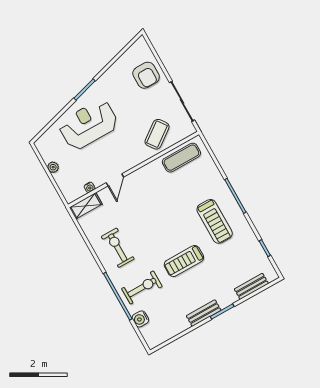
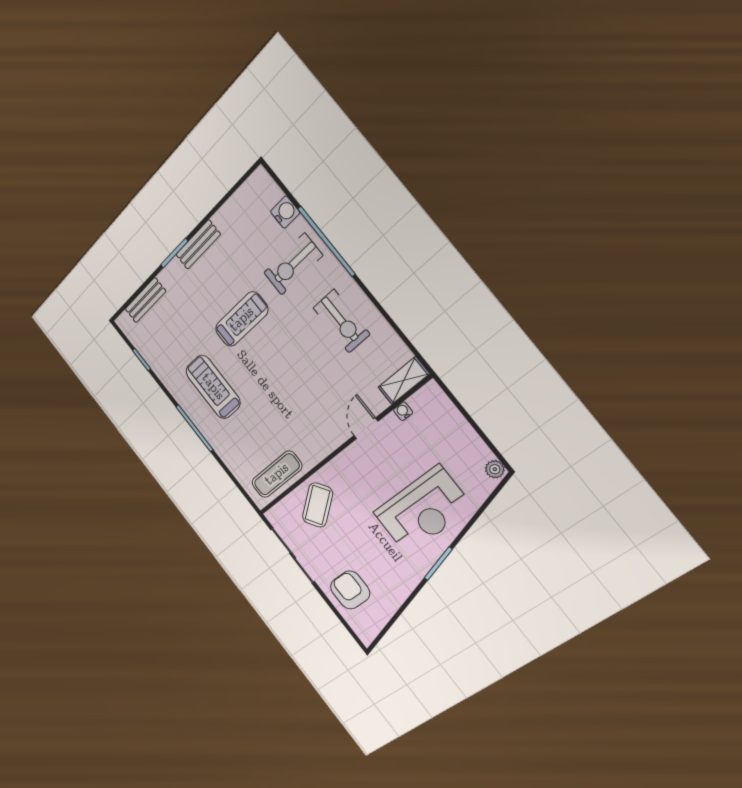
plant: (53, 167) -> (495, 469), moved

